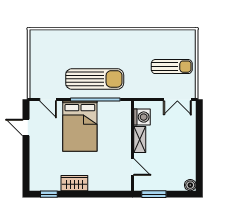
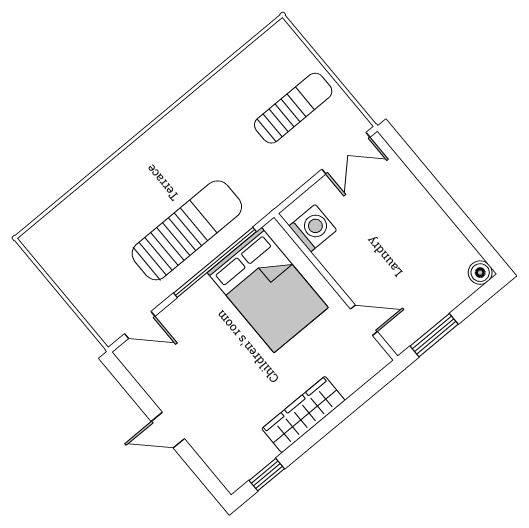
bed: (80, 126) -> (268, 290), moved
door: (26, 127) -> (168, 430), moved
shelving: (140, 139) -> (339, 267), removed
wardrobe: (74, 183) -> (303, 414), width x1.50

